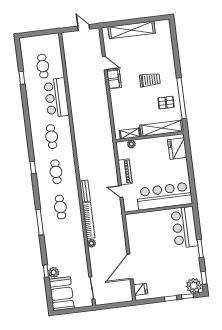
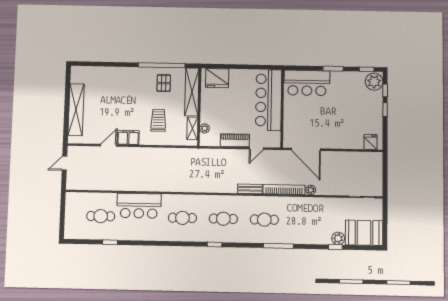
trolley: (150, 80) -> (158, 120), moved
door: (130, 267) -> (306, 149), moved

